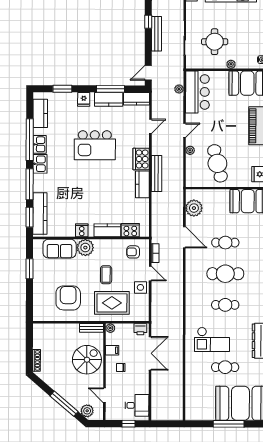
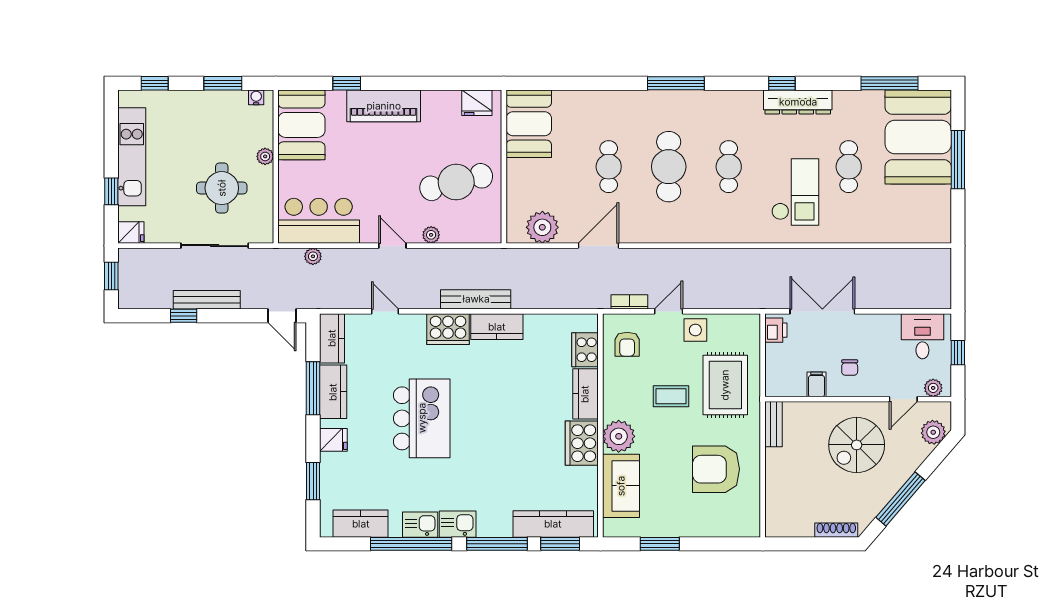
cooker: (82, 230) -> (582, 443), width x1.87, depth x1.31
plant: (110, 328) -> (933, 388), moved
spiral stairs: (87, 360) -> (857, 445), moved, turned -90
window: (64, 404) -> (901, 499), moved

